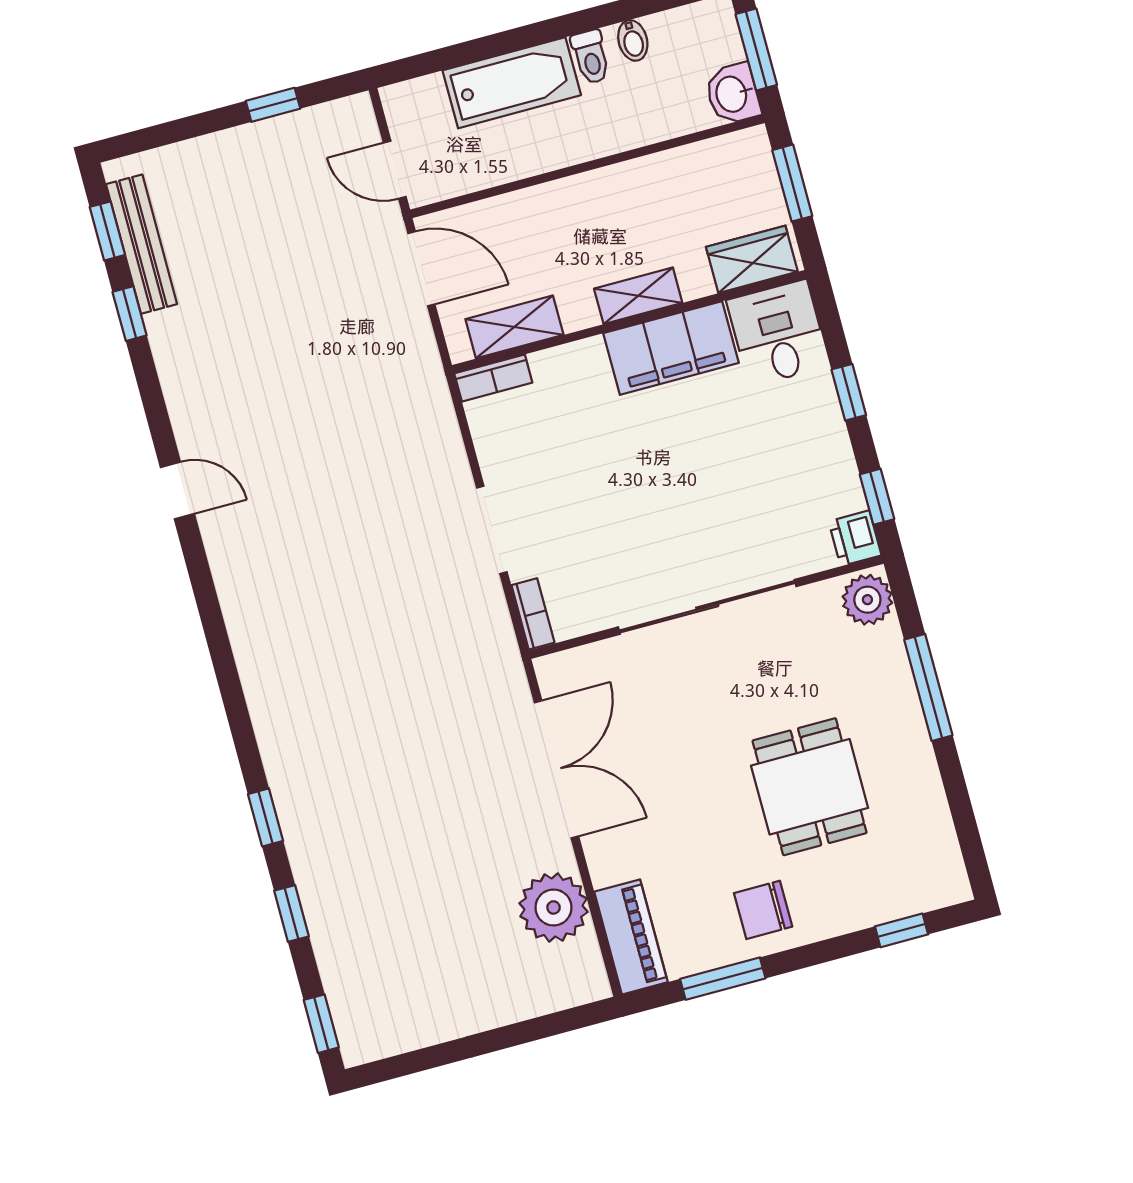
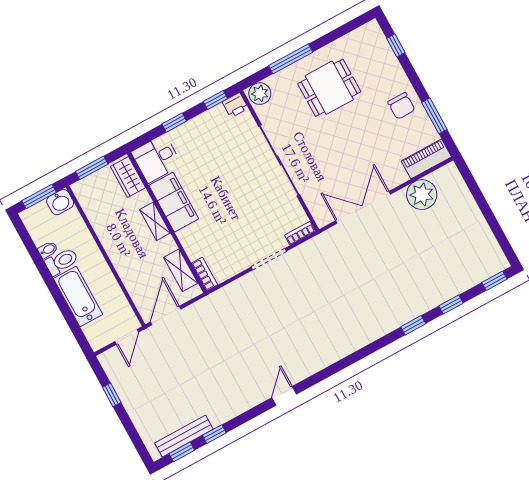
toilet: (591, 57) -> (62, 261), width x1.37, depth x1.39
dining table: (810, 787) -> (329, 88), moved

